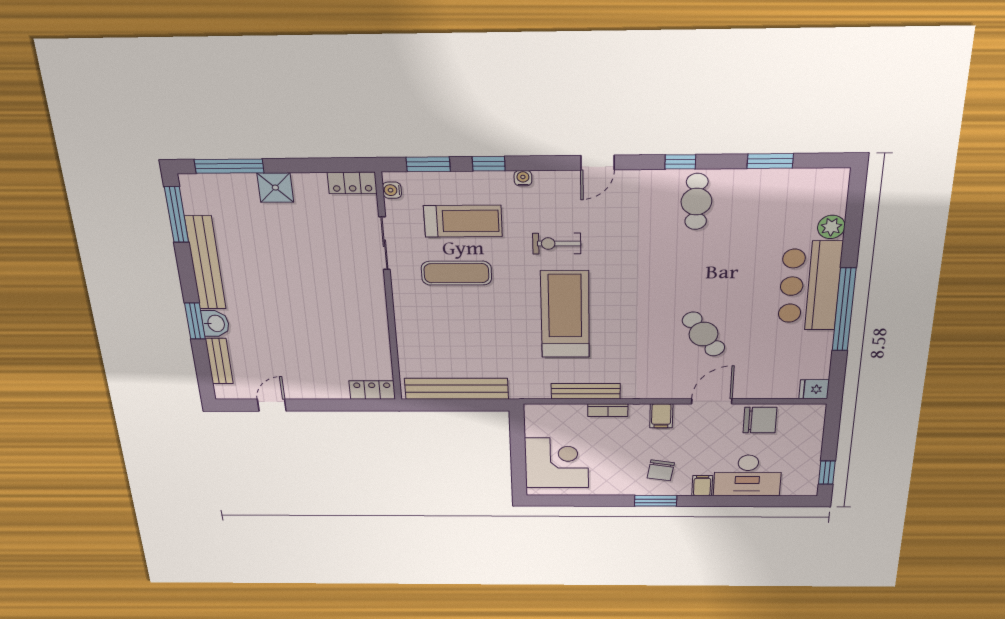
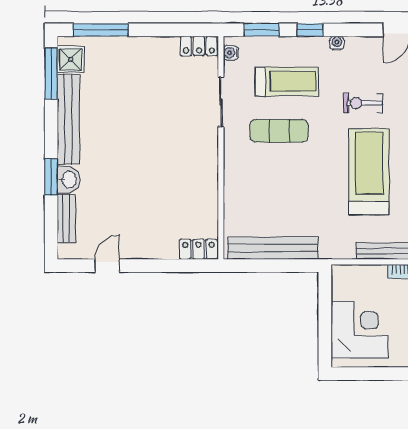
shower: (275, 188) -> (71, 59), moved

